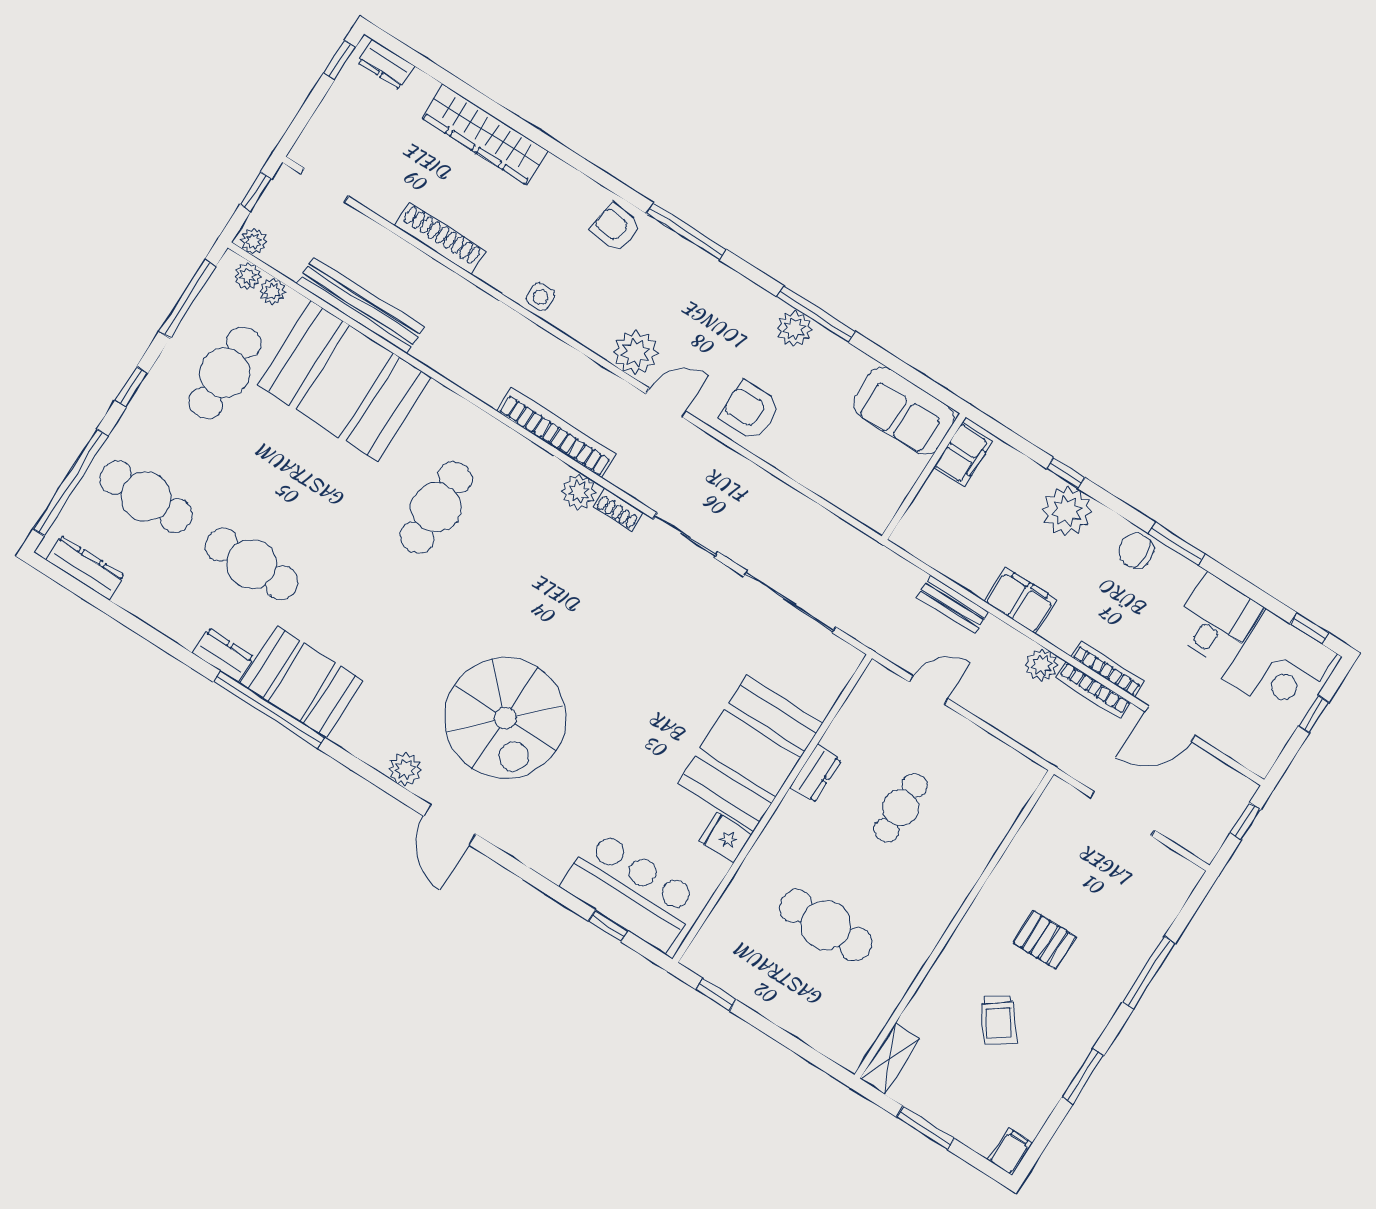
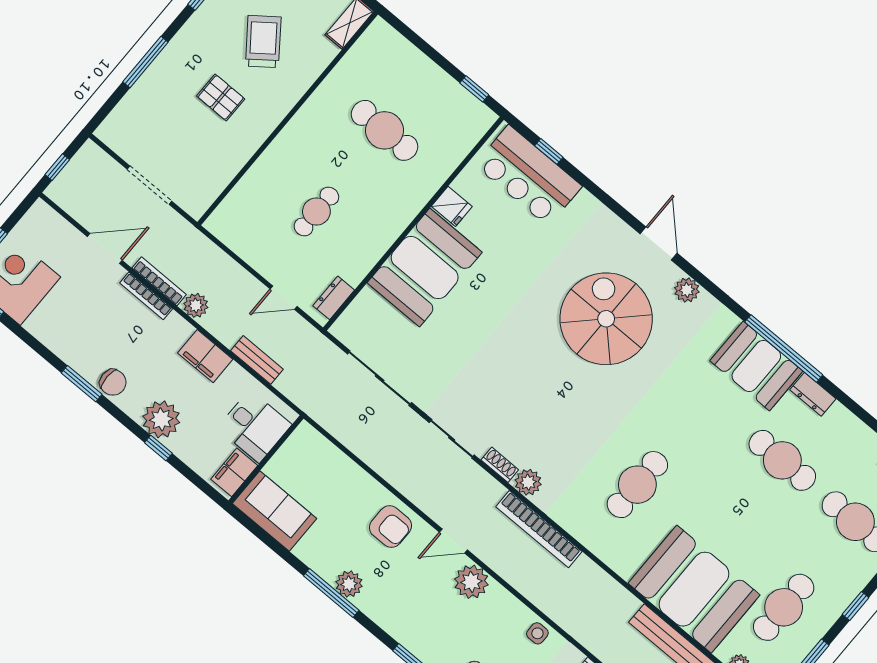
desk: (1216, 620) -> (254, 426), moved, turned -90
dresser: (816, 774) -> (334, 298), moved
trolley: (999, 1020) -> (263, 42), width x1.36, depth x1.39

